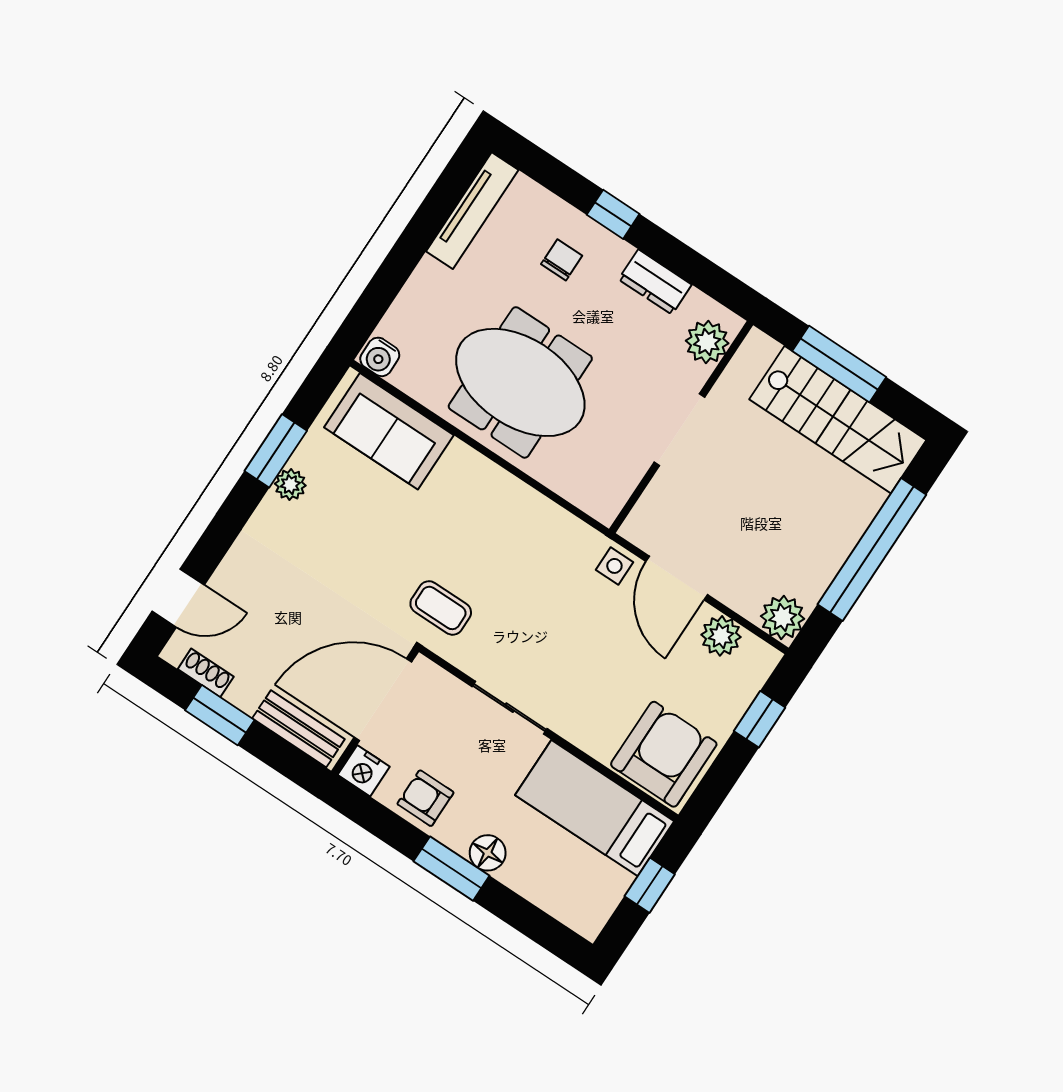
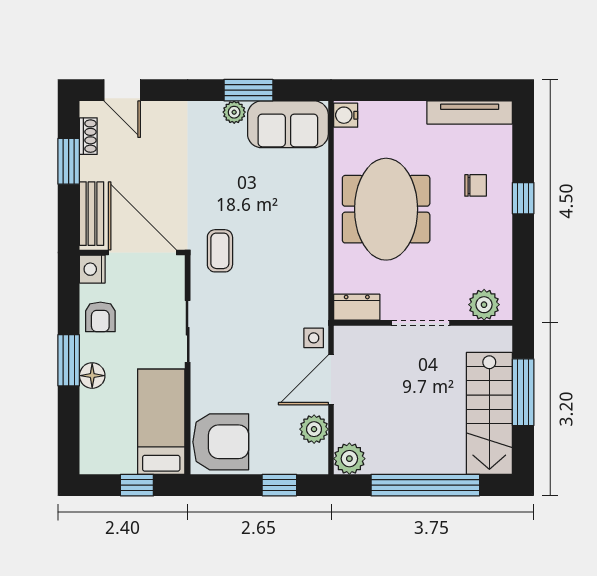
dresser: (655, 282) -> (357, 307), moved, turned 90
sofa: (389, 431) -> (288, 124), moved, turned -90
armchair: (425, 798) -> (100, 317), turned 180

